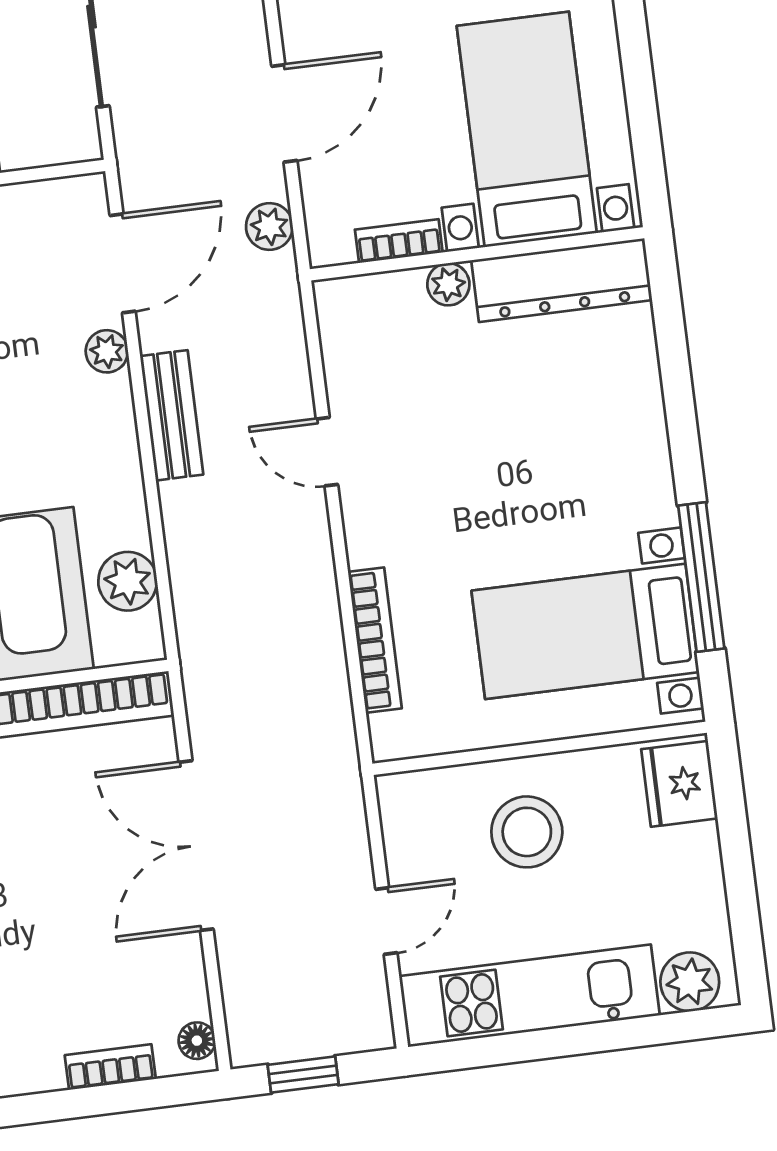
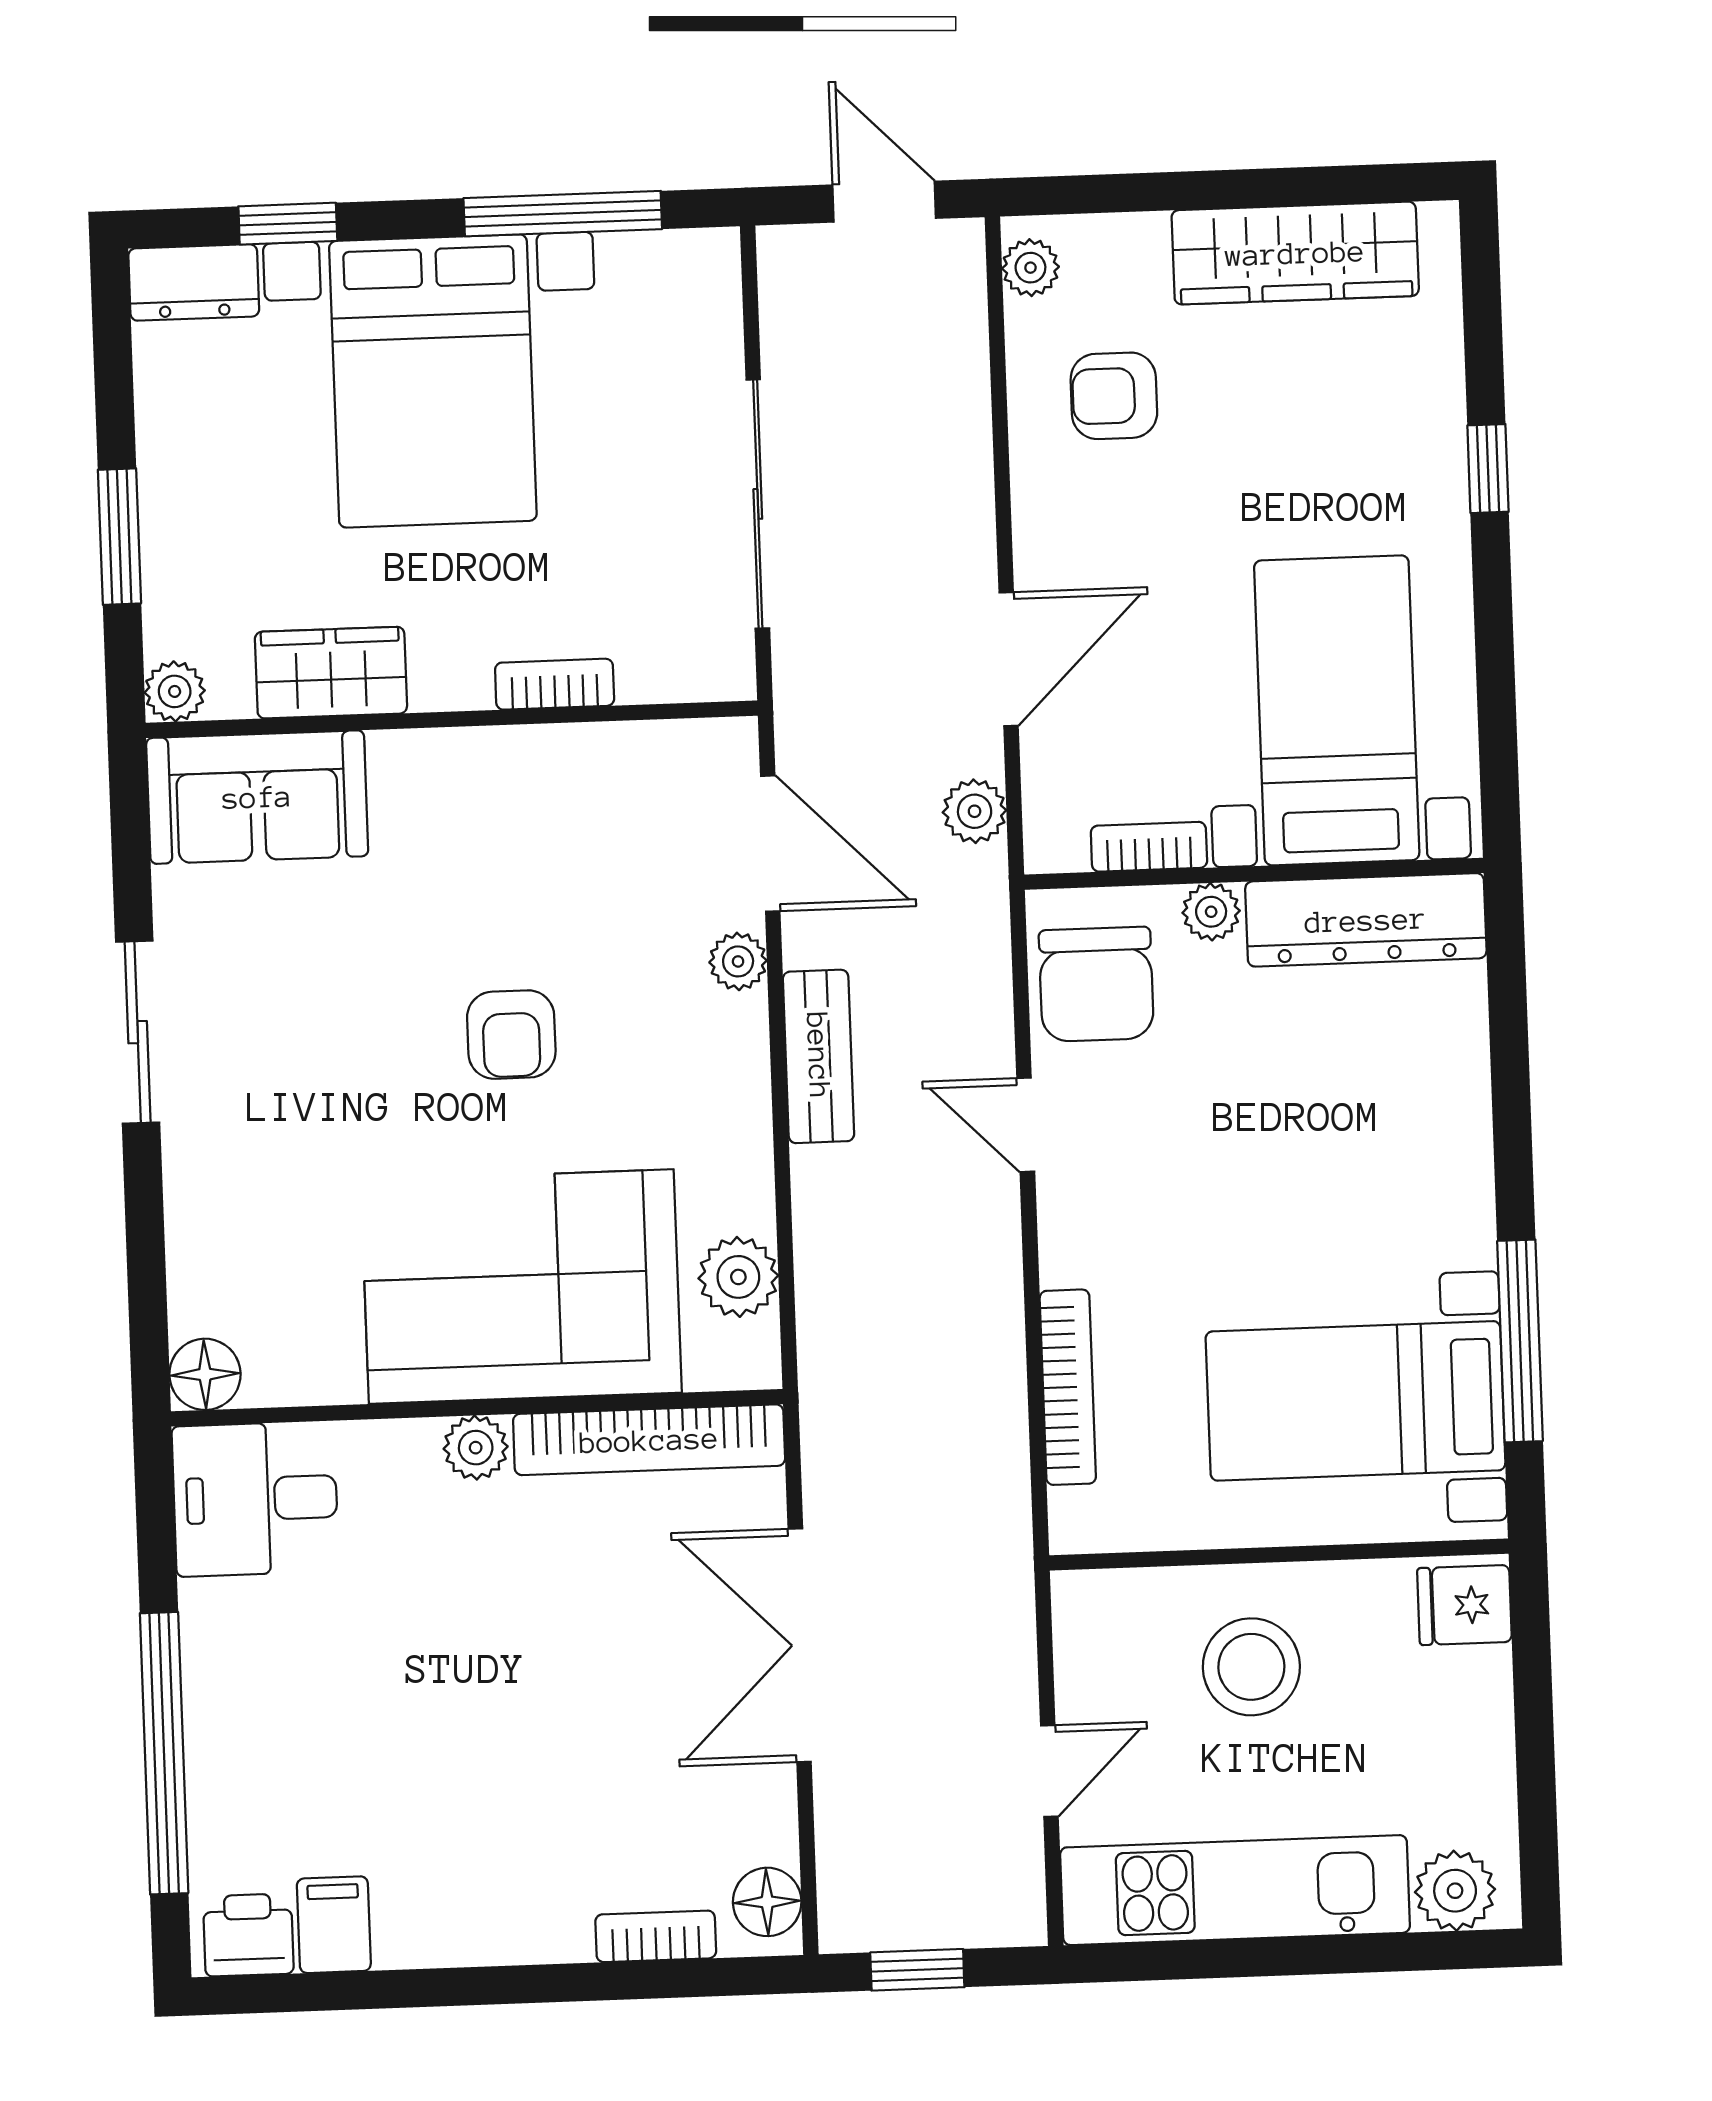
door: (123, 263) -> (770, 844), hinge flipped
chair: (369, 345) -> (1096, 984), added
fridge: (679, 784) -> (1464, 1605), width x0.72
floor lamp: (197, 1041) -> (767, 1902), width x1.37, depth x1.37

